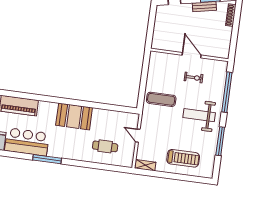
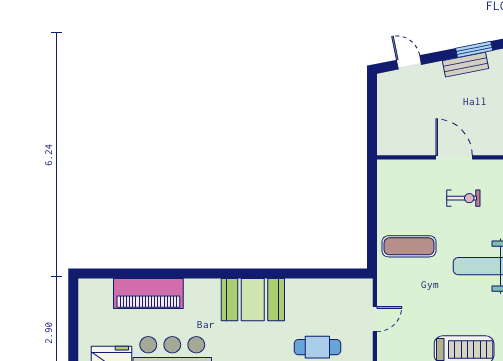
door: (138, 136) -> (375, 319), swing flipped

